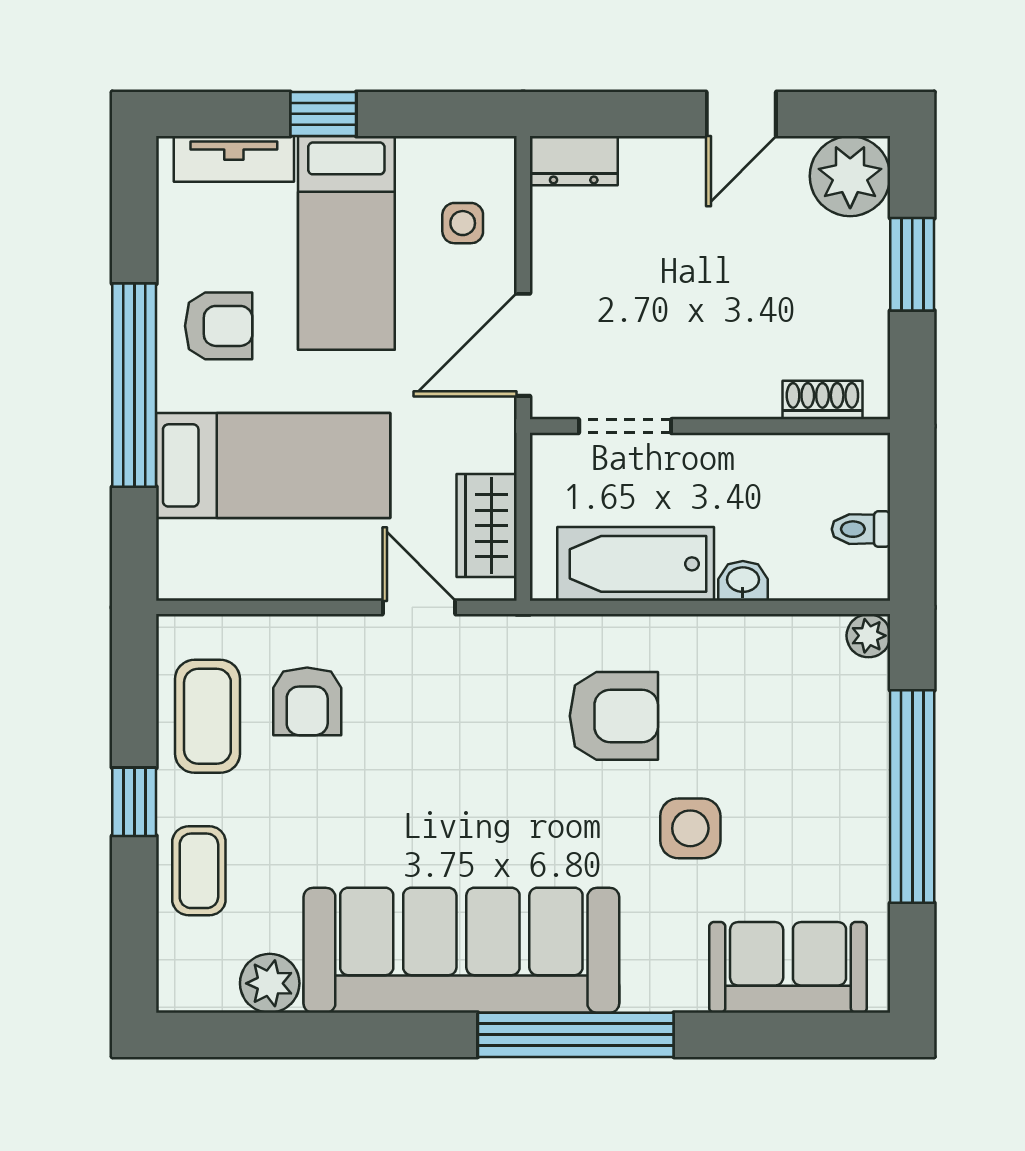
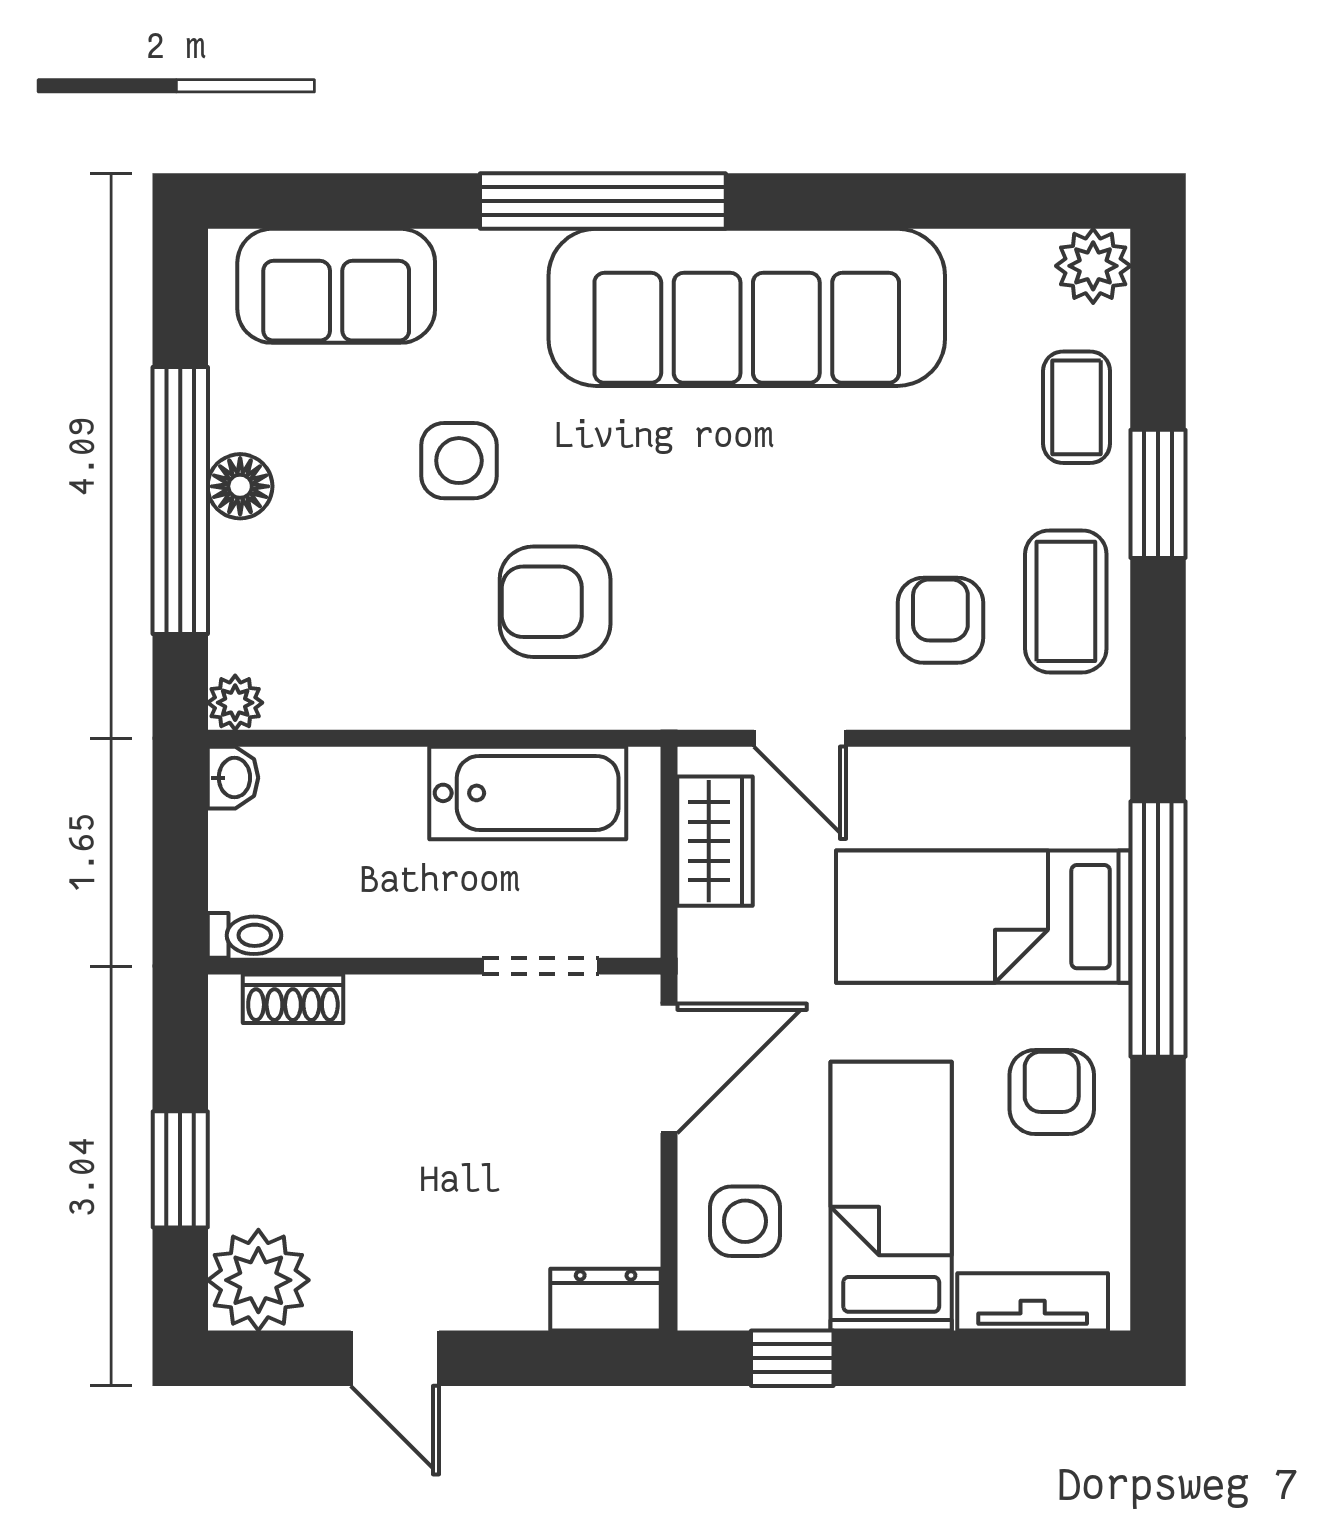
window: (323, 114) -> (792, 1358), moved
door: (741, 114) -> (395, 1358), swing flipped
side table: (463, 223) -> (745, 1221), width x1.37, depth x1.37
armchair: (219, 326) -> (1052, 1092), turned 90
window: (134, 385) -> (1158, 929), moved
toilet: (861, 529) -> (244, 935), moved
washbasin: (743, 581) -> (233, 778), moved, turned -90
window: (134, 802) -> (1158, 494), width x1.50
floor lamp: (865, 808) -> (240, 486), added
plant: (270, 983) -> (1093, 266), moved

